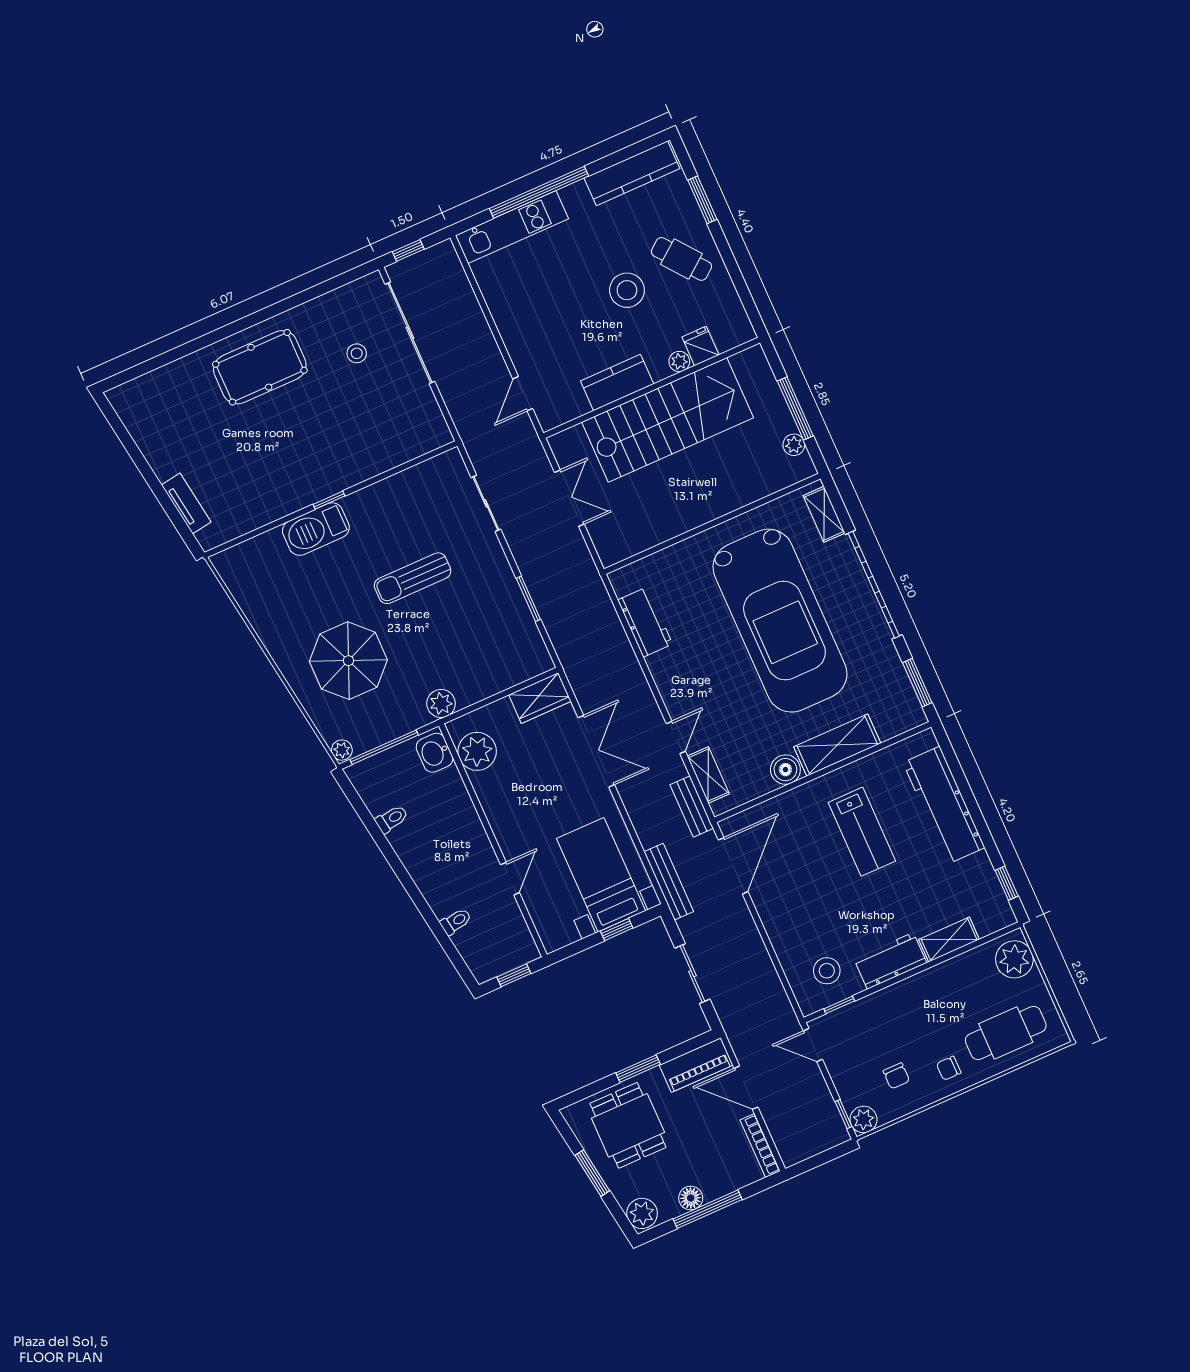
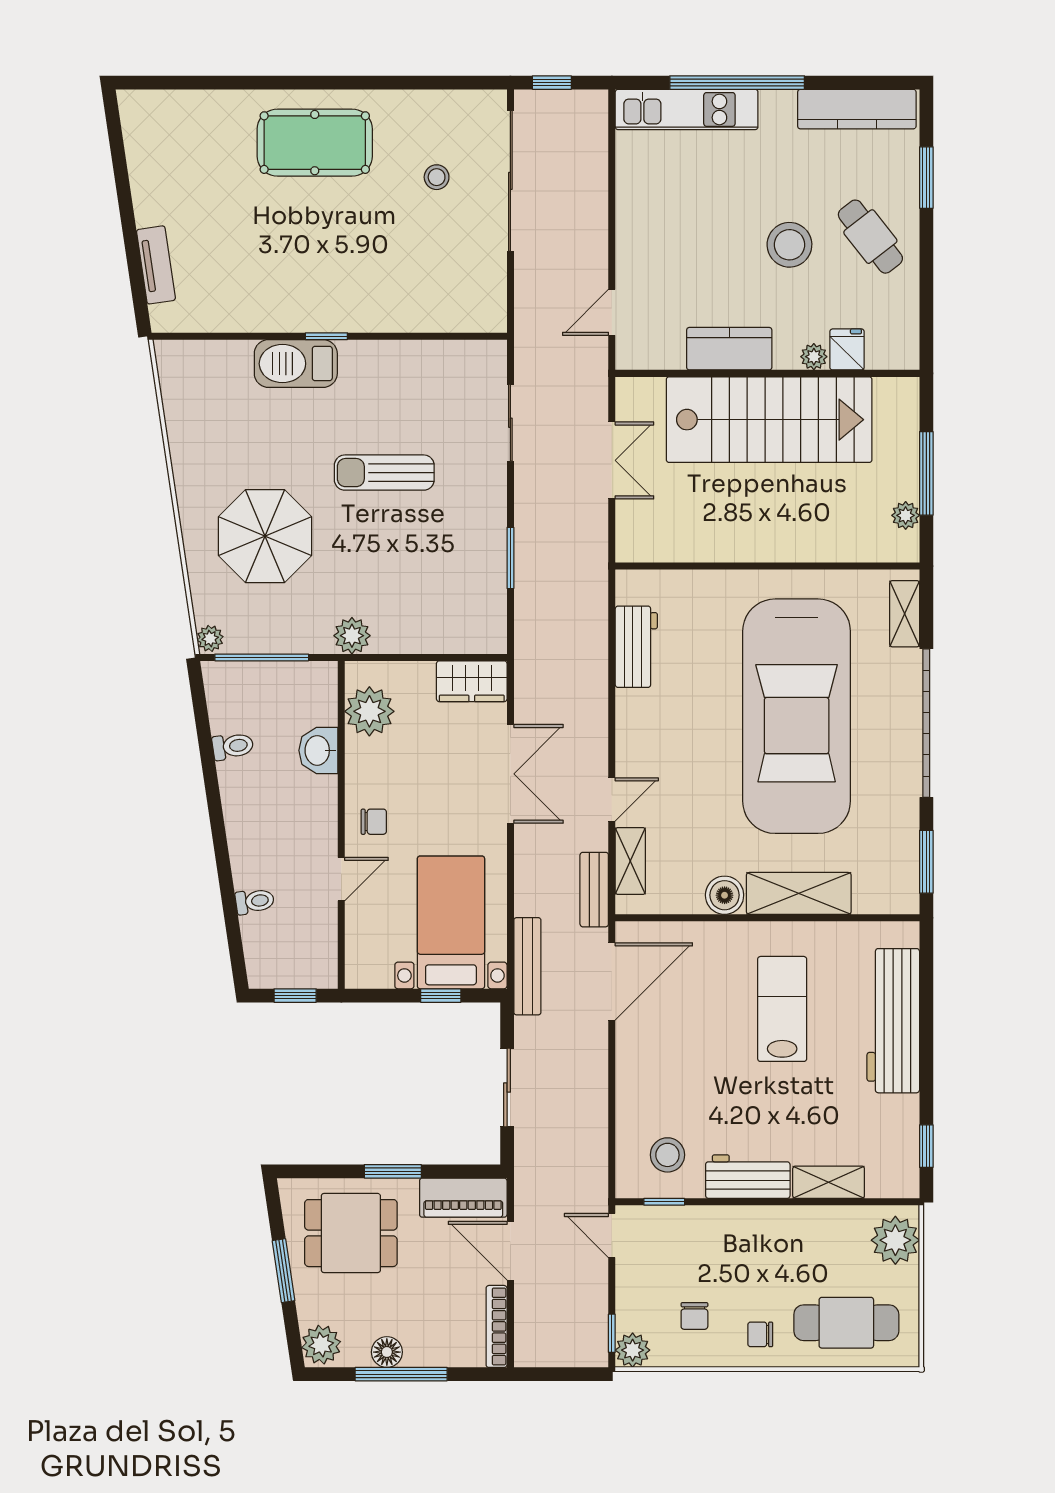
washbasin: (435, 753) -> (318, 750), moved
chair: (515, 828) -> (374, 822), added
lab bench: (862, 832) -> (782, 1009), turned 180
dining table: (628, 1125) -> (351, 1233), turned 90

